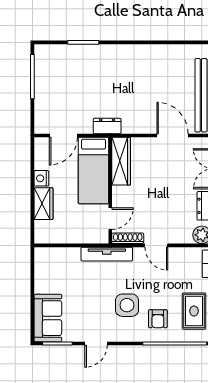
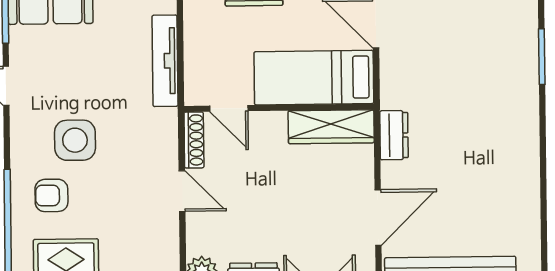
dresser: (107, 126) -> (394, 135), moved
door: (156, 245) -> (182, 191), swing flipped
tv unit: (107, 254) -> (165, 61), moved

